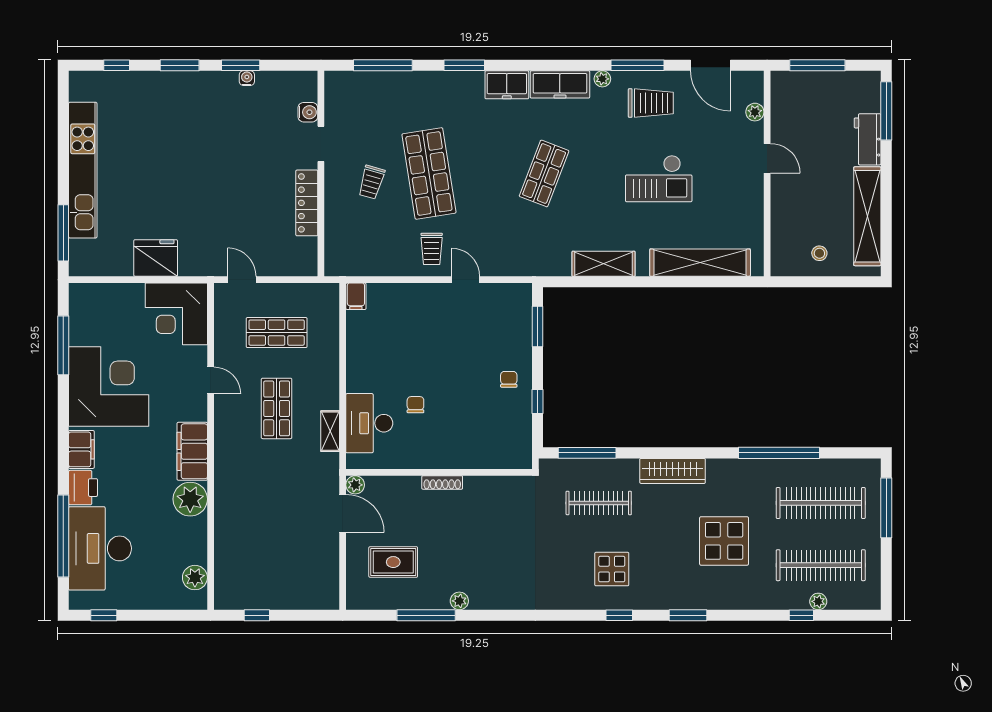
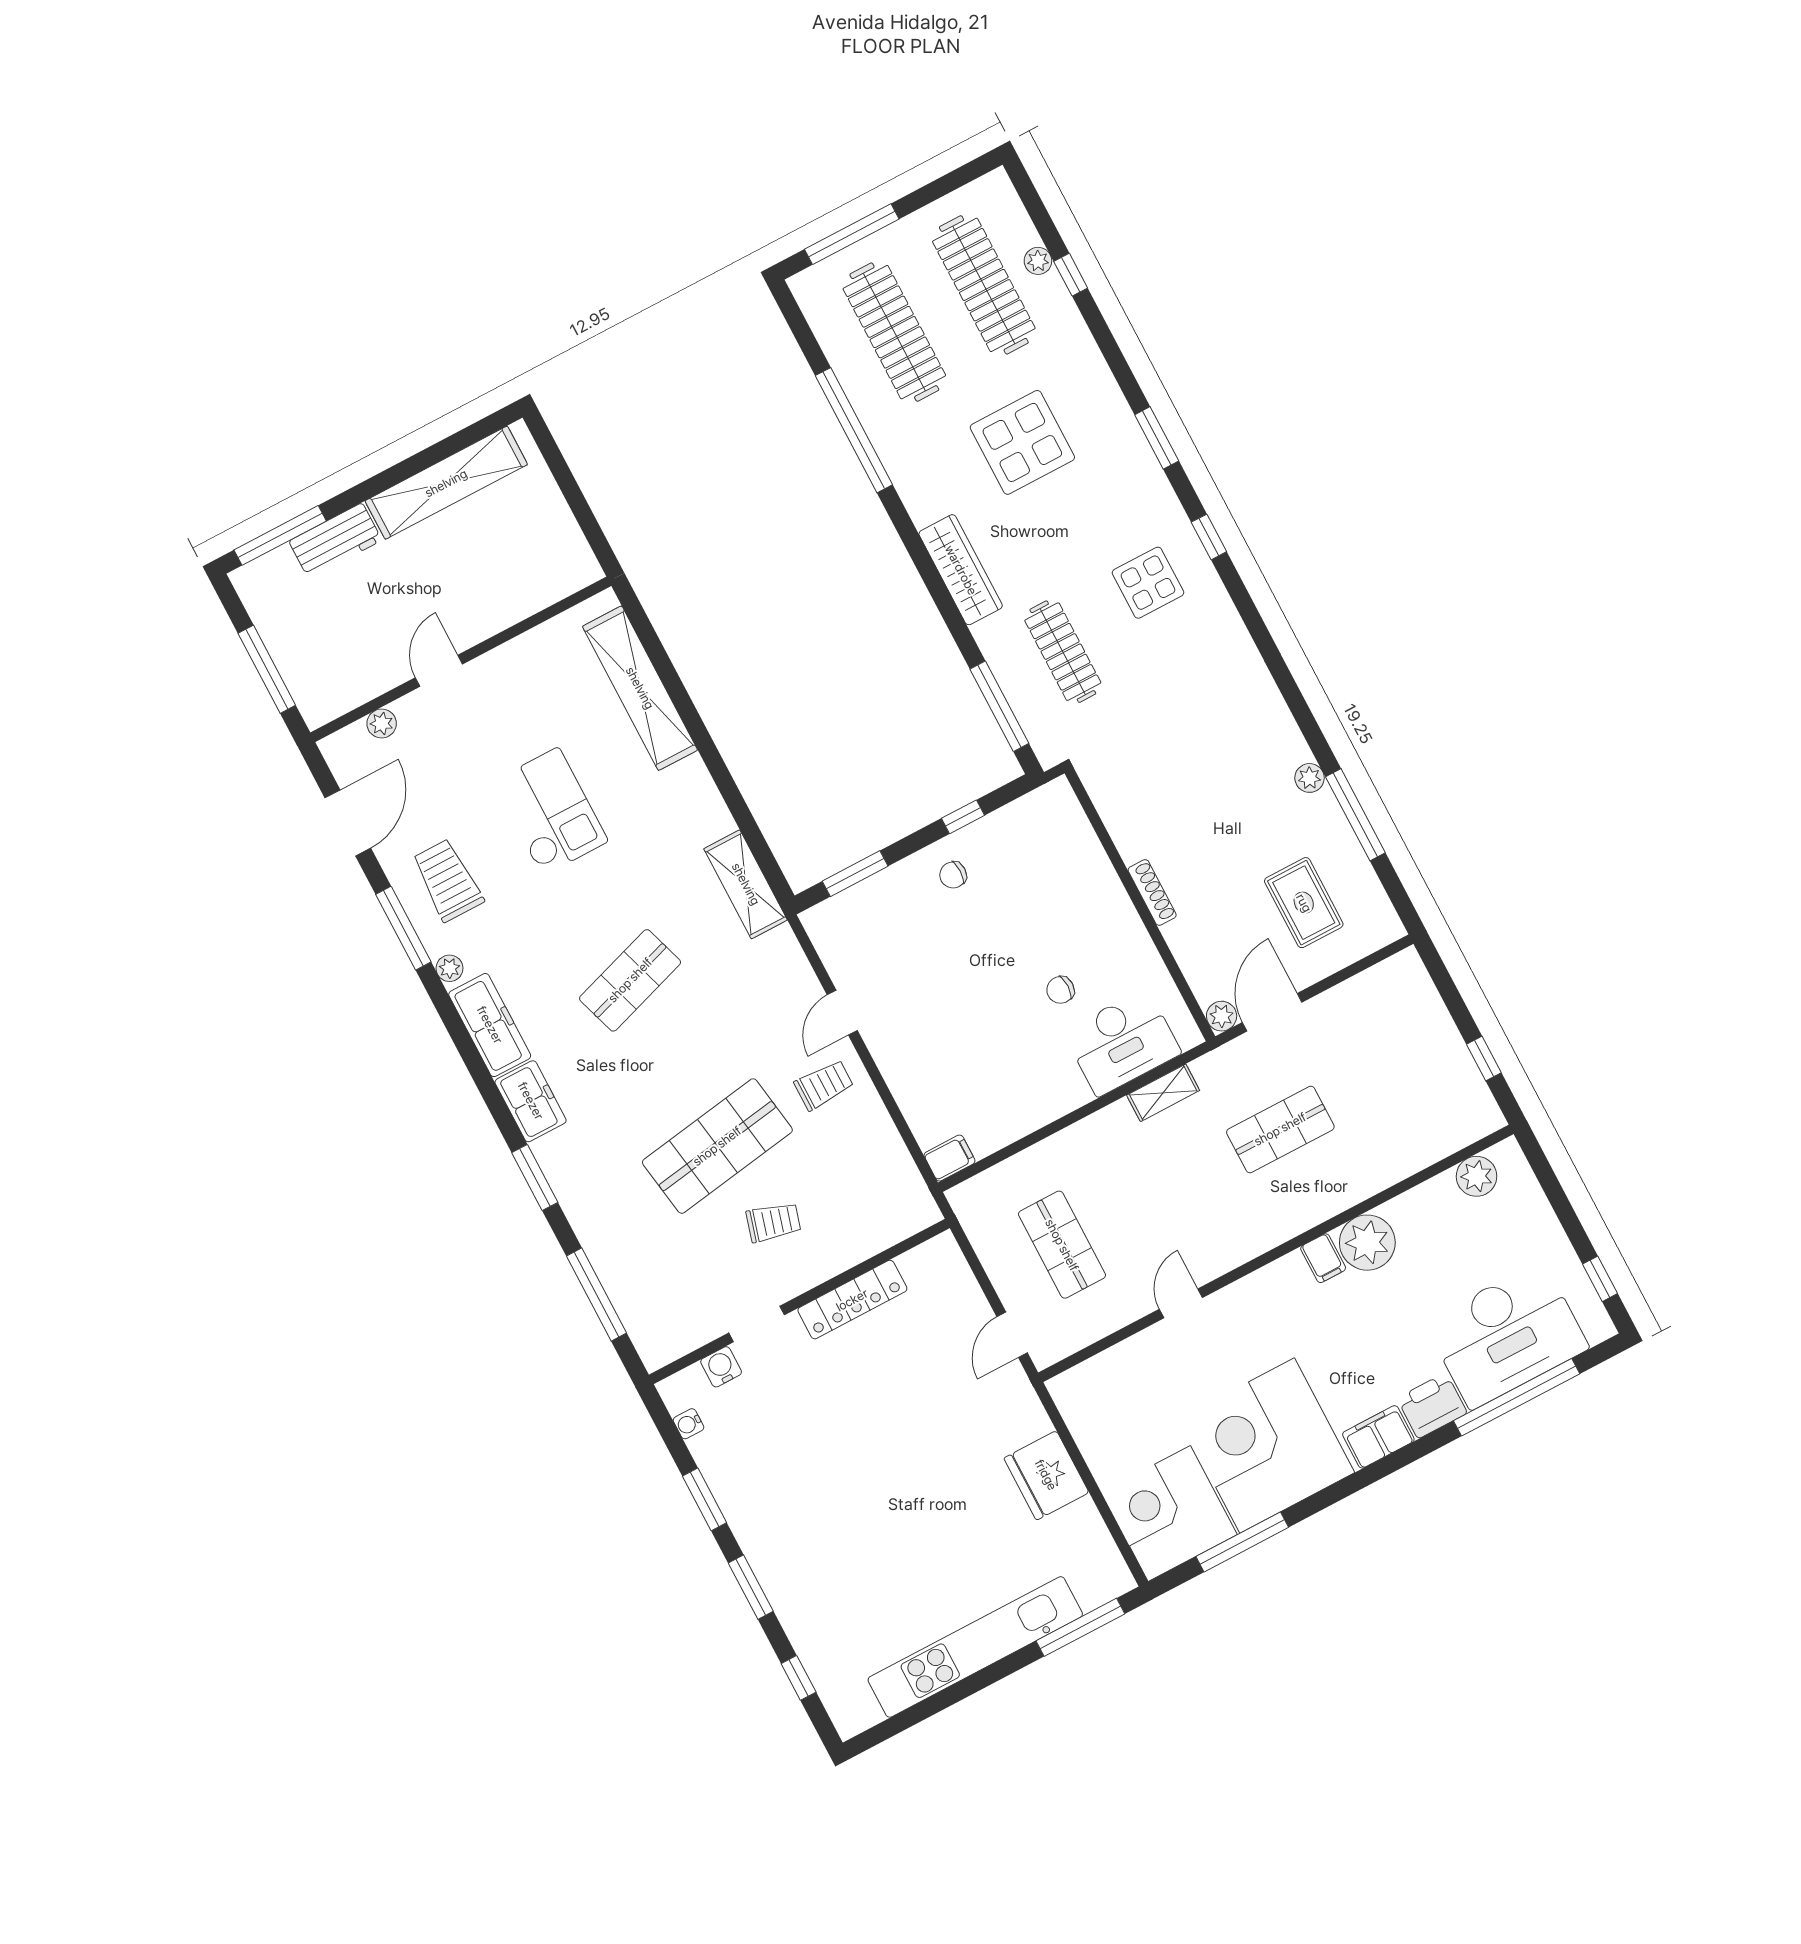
water cooler: (247, 78) -> (688, 1424), moved
shop shelf: (544, 173) -> (630, 980), turned -39
stool: (819, 253) -> (536, 524), removed
shelving: (604, 264) -> (746, 884), moved
corner desk: (176, 314) -> (1169, 1513), moved, turned 180
shop shelf: (277, 408) -> (1280, 1129), moved
filing cabinet: (192, 451) -> (1323, 1258), width x0.33, depth x0.86

